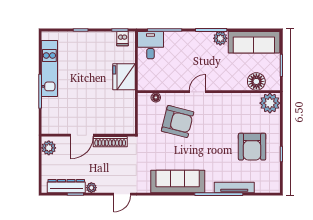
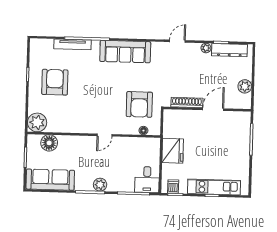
plant: (220, 38) -> (100, 185), moved
kitchen unit: (49, 68) -> (214, 187), moved, turned 90
armchair: (178, 122) -> (139, 104), moved, turned -104
door: (82, 135) -> (213, 109), moved
wall: (88, 135) -> (207, 109), moved
shoe rack: (110, 142) -> (187, 102), moved

